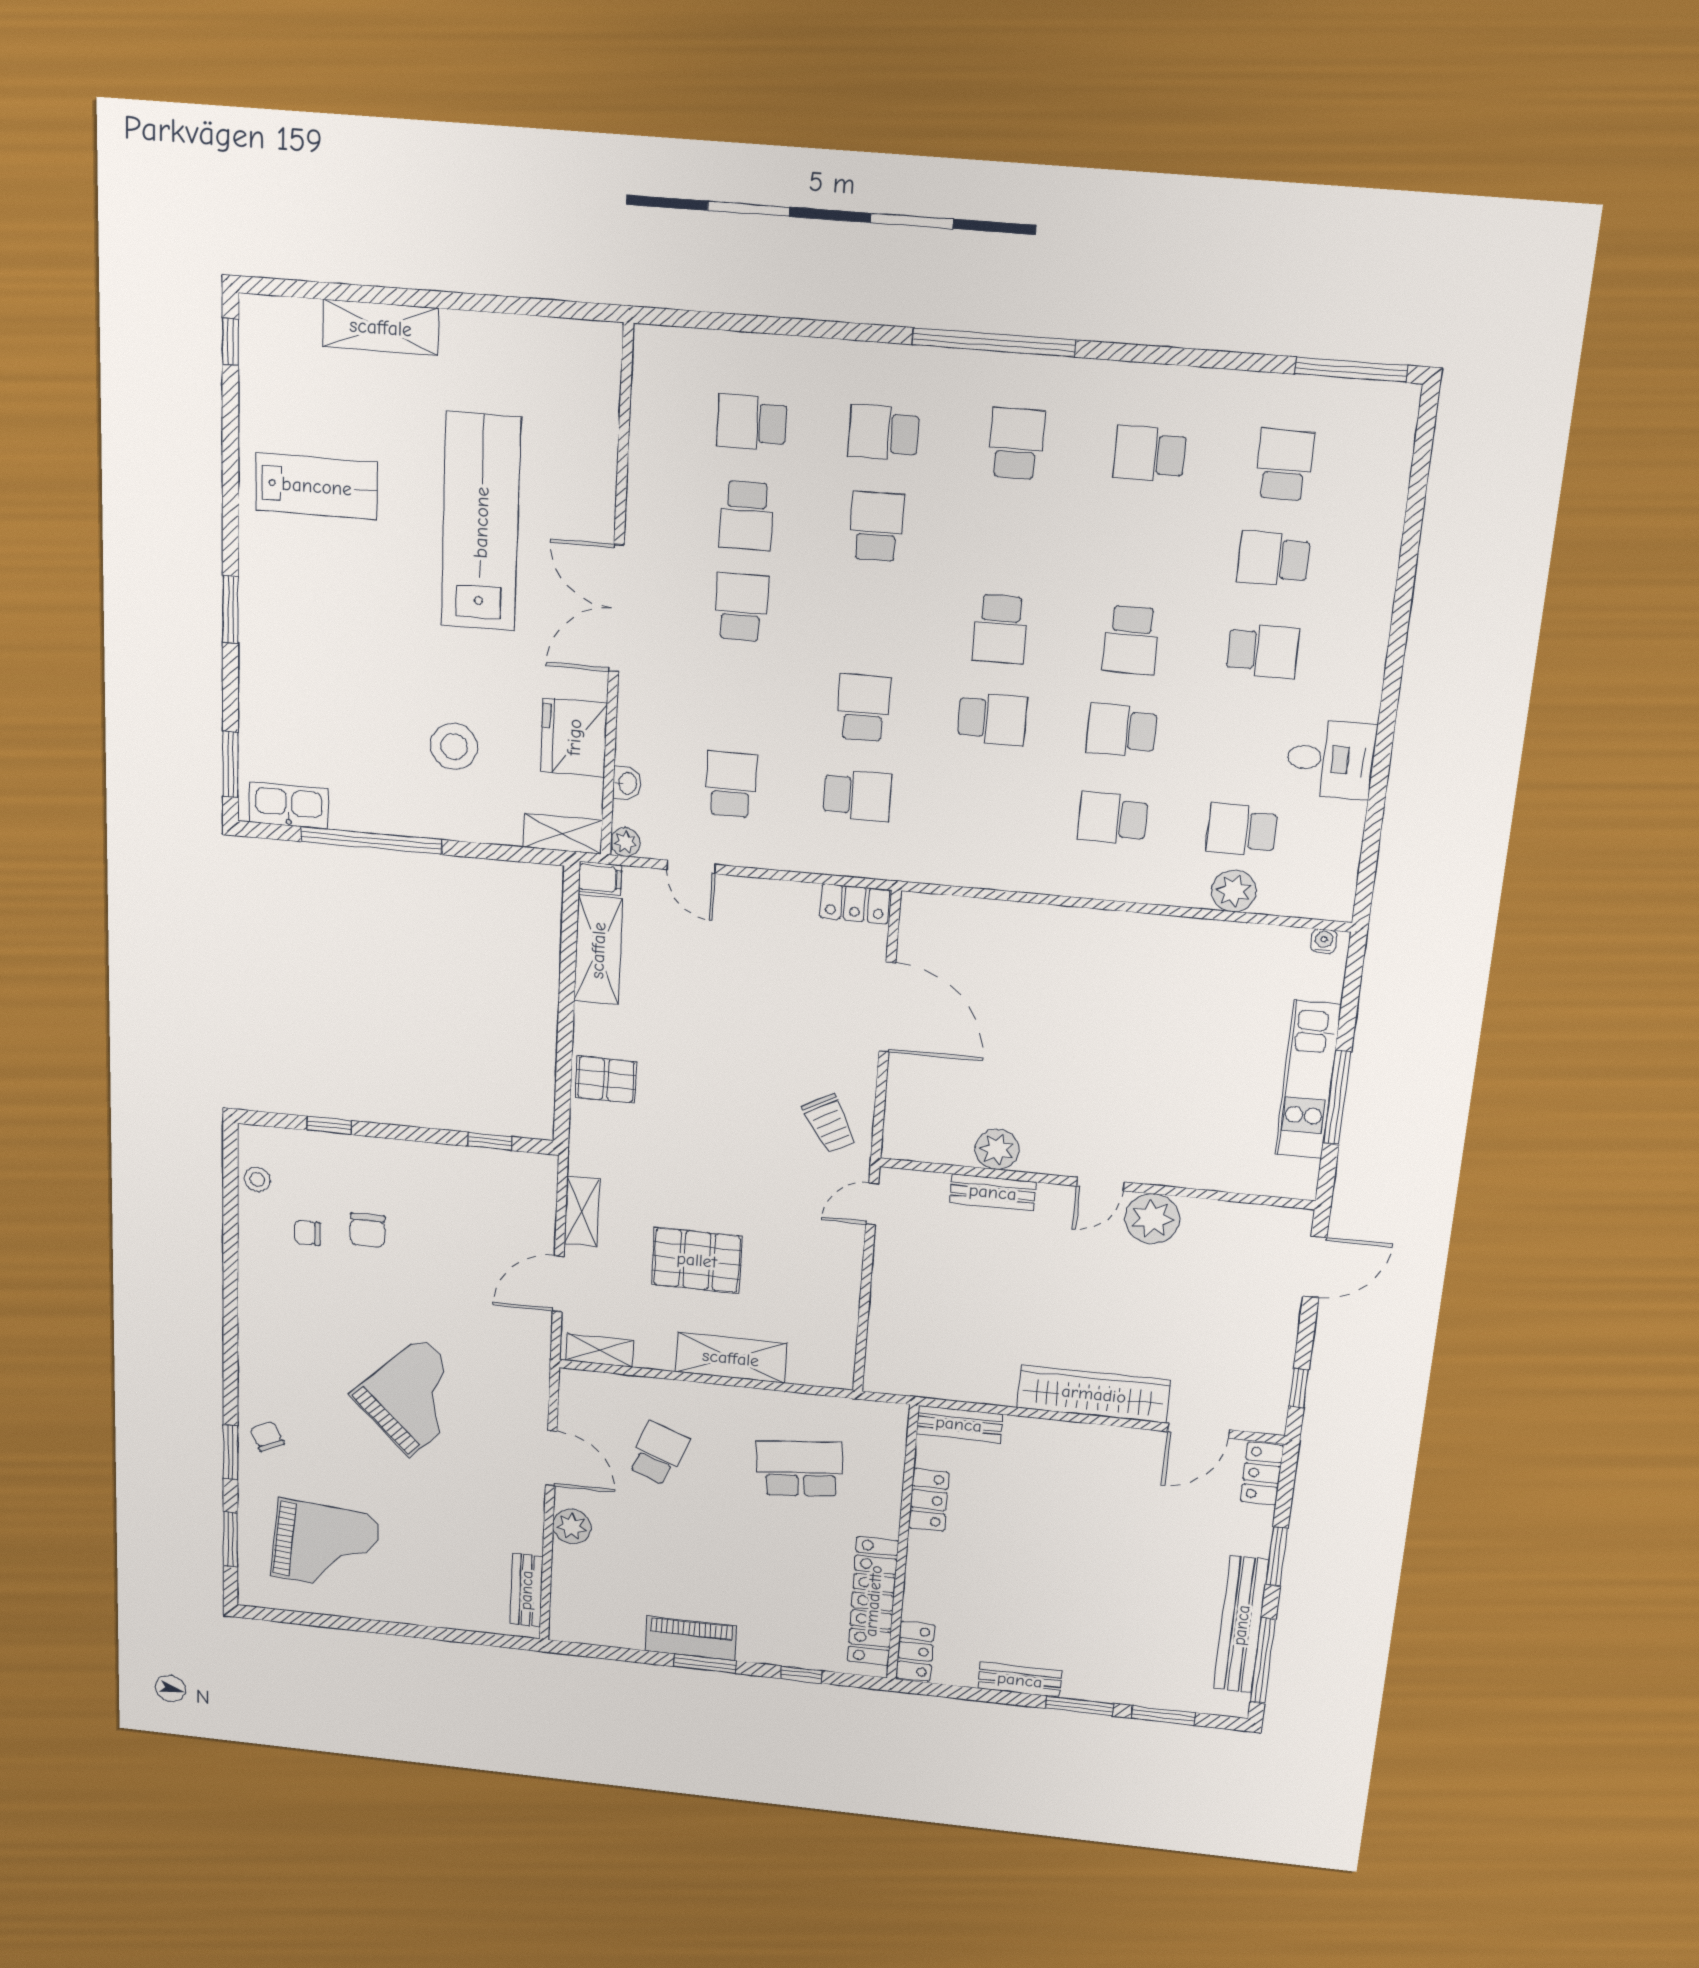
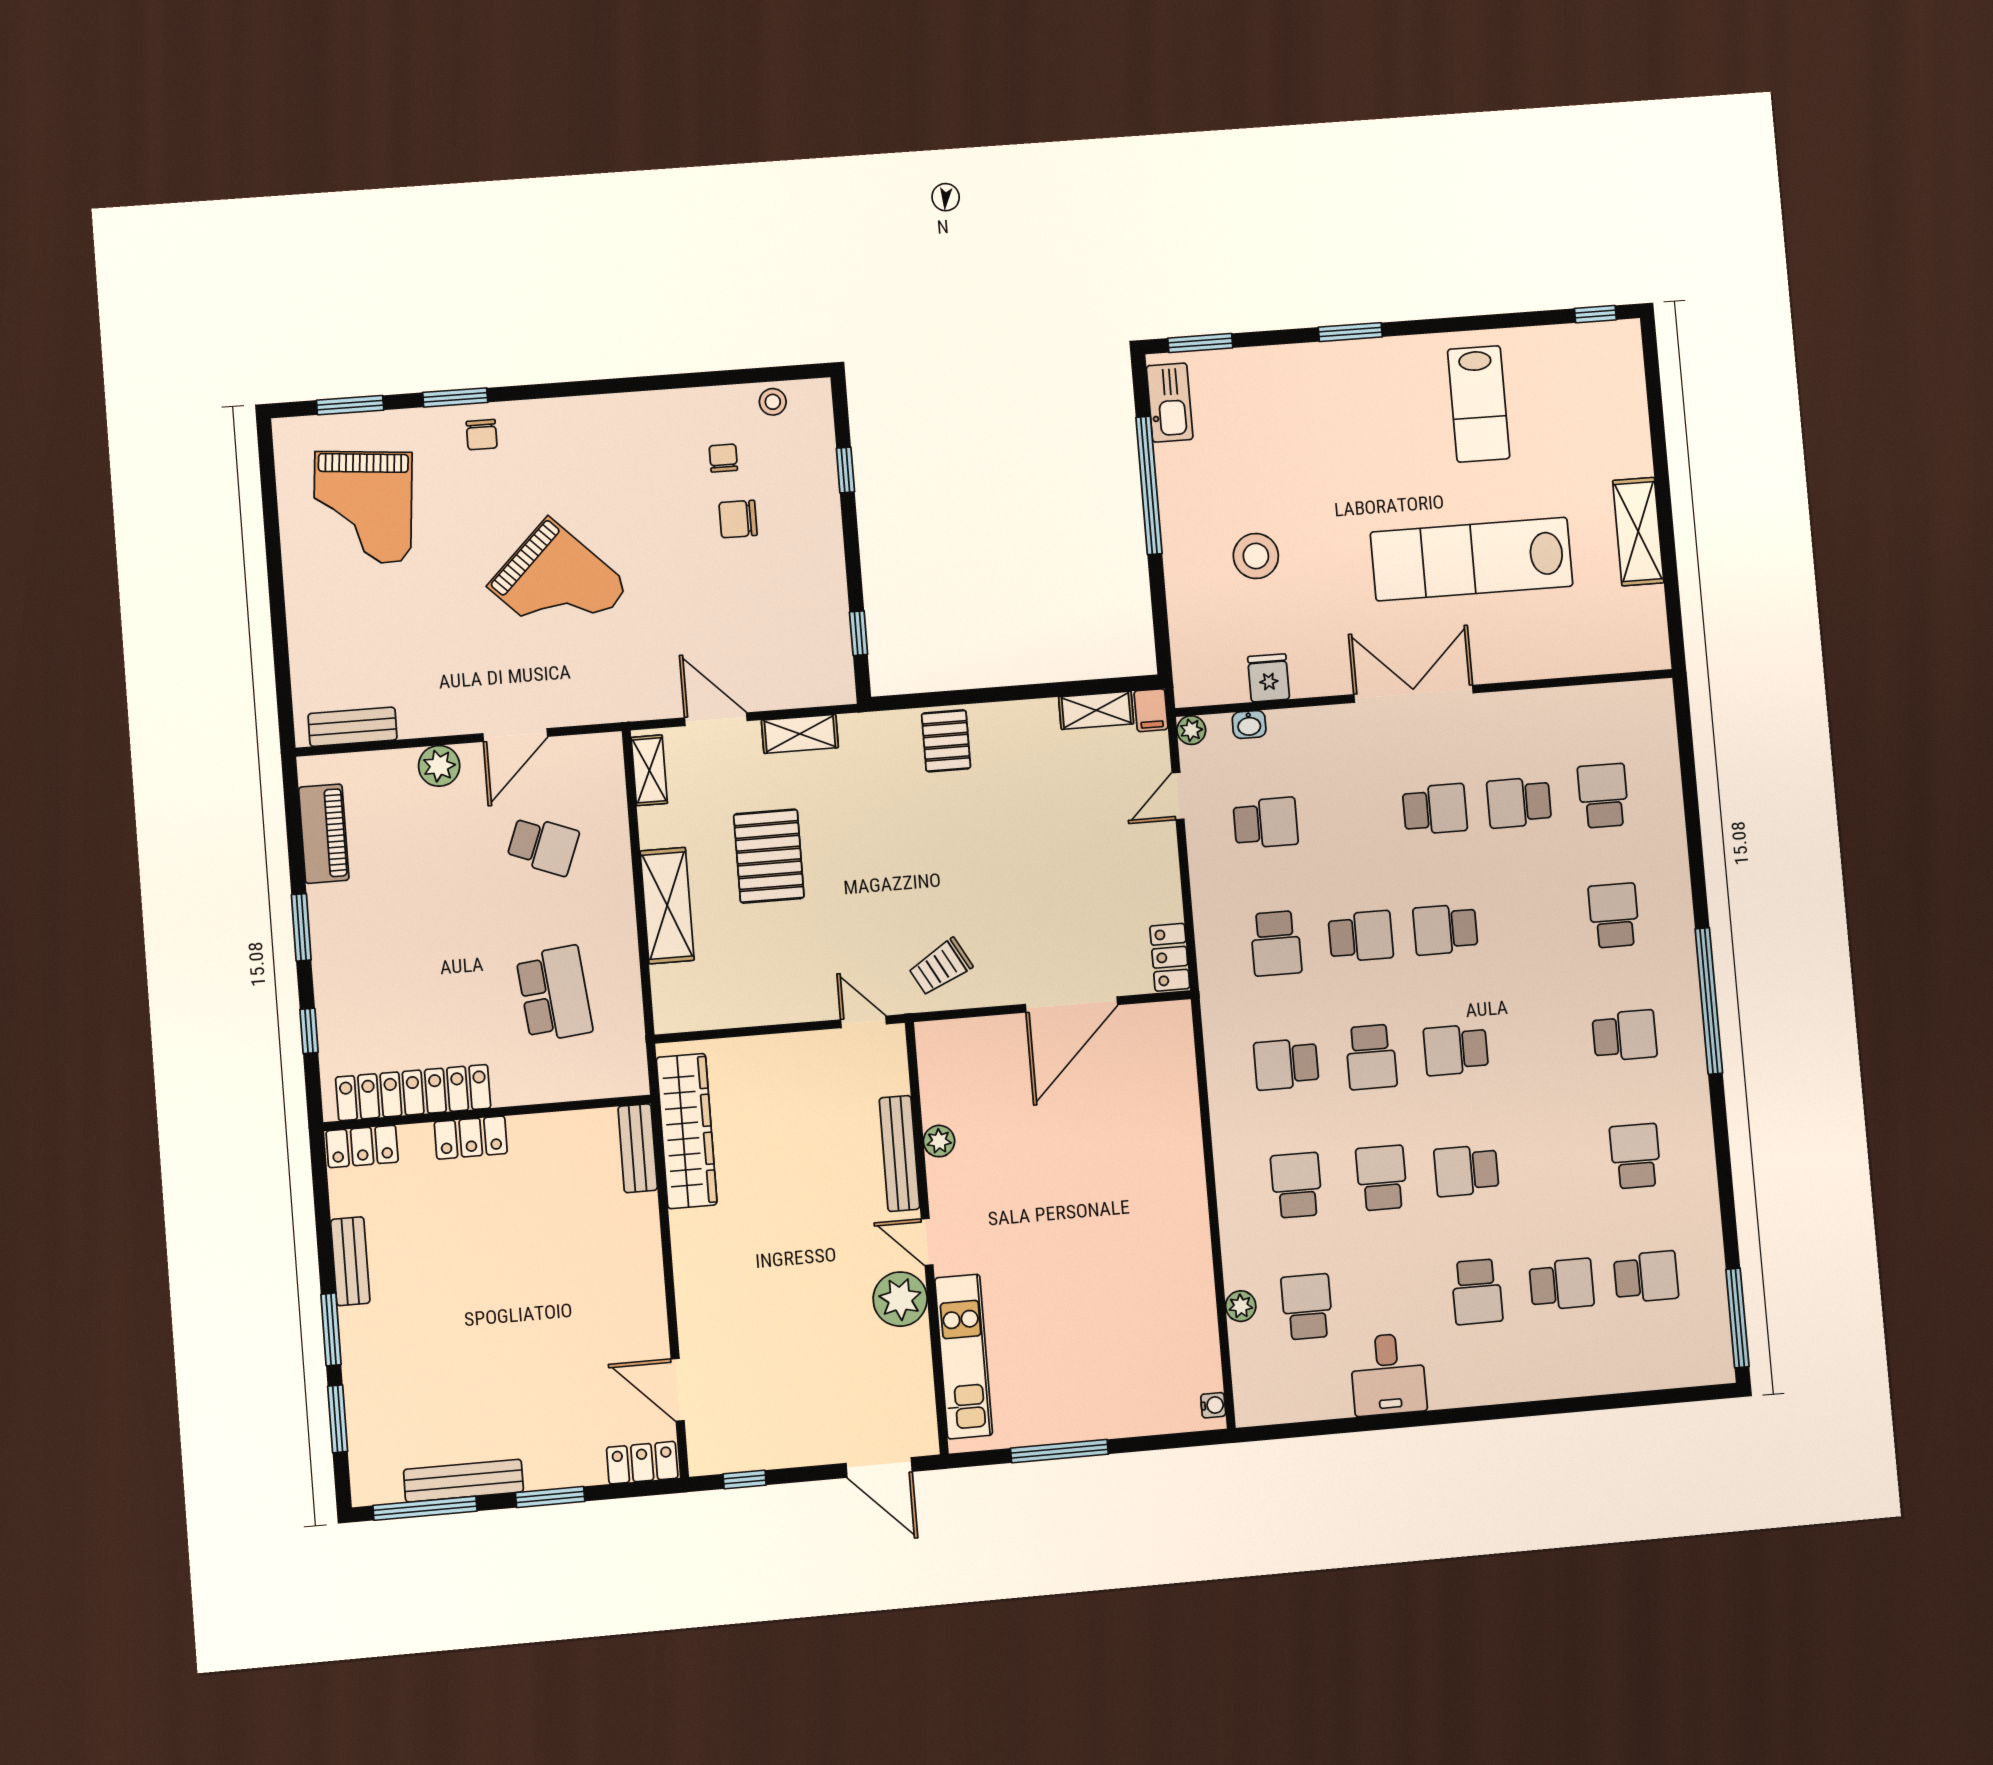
shelving: (381, 327) -> (1638, 532), moved
lab bench: (481, 522) -> (1472, 559), turned 180
school desk: (877, 526) -> (1445, 929), moved, turned 180
school desk: (1273, 559) -> (1562, 1284), turned 90
fridge: (574, 737) -> (1269, 678), width x0.53, depth x0.75
school desk: (985, 807) -> (1286, 1064), added
shelving: (563, 834) -> (1189, 669), removed
plant: (1234, 891) -> (1241, 1306), width x0.73, depth x0.73
shelving: (598, 950) -> (1096, 710), width x0.67, depth x0.75
kitchen unit: (1308, 1080) -> (964, 1357), moved, turned 90
plant: (997, 1149) -> (939, 1141), width x0.73, depth x0.73
bench: (993, 1192) -> (899, 1153), width x1.36
wardrobe: (1094, 1394) -> (687, 1131), moved
chair: (267, 1436) -> (482, 435), turned 115
locker: (929, 1500) -> (471, 1138), moved
bench: (1241, 1625) -> (464, 1481), width x0.73, depth x0.82
piano: (691, 1638) -> (324, 834), moved

